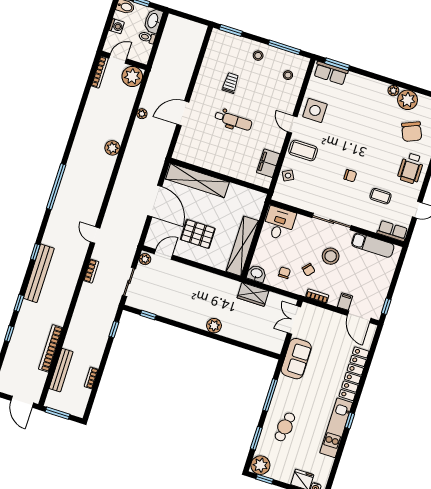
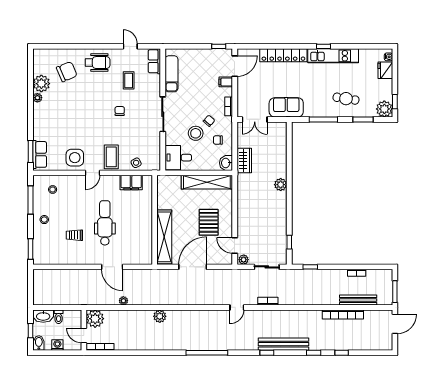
dental chair: (233, 121) -> (105, 223), width x1.36, depth x1.38
stool: (331, 256) -> (196, 133), moved

